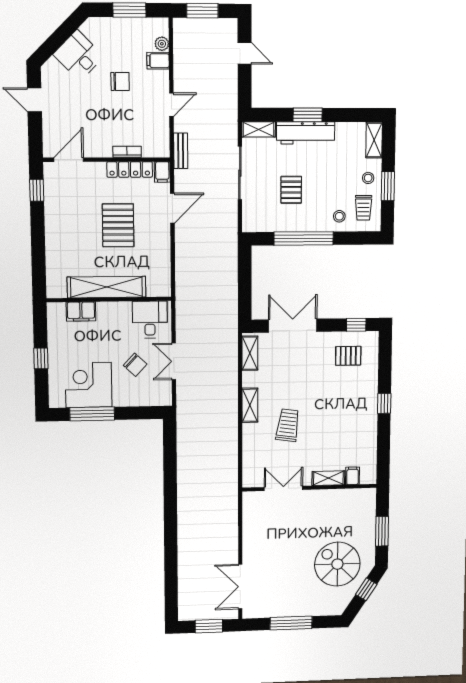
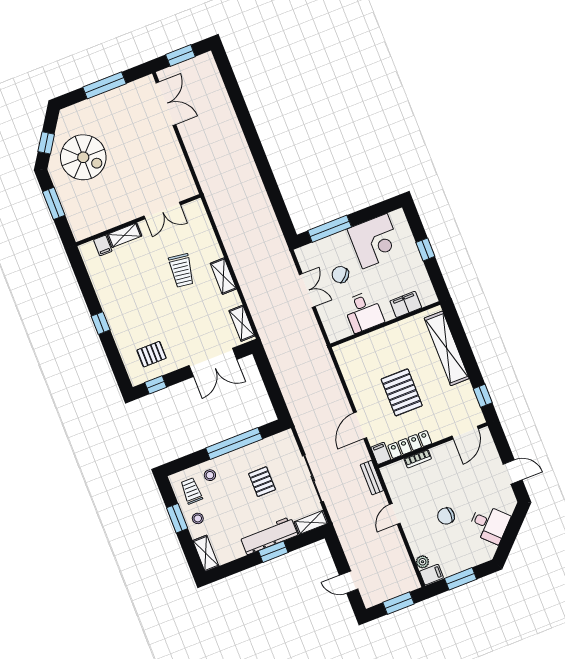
filing cabinet: (158, 61) -> (431, 575), moved
shelving: (107, 287) -> (447, 348), moved, turned 90
desk: (150, 320) -> (363, 312), moved
window: (92, 414) -> (330, 229), moved

